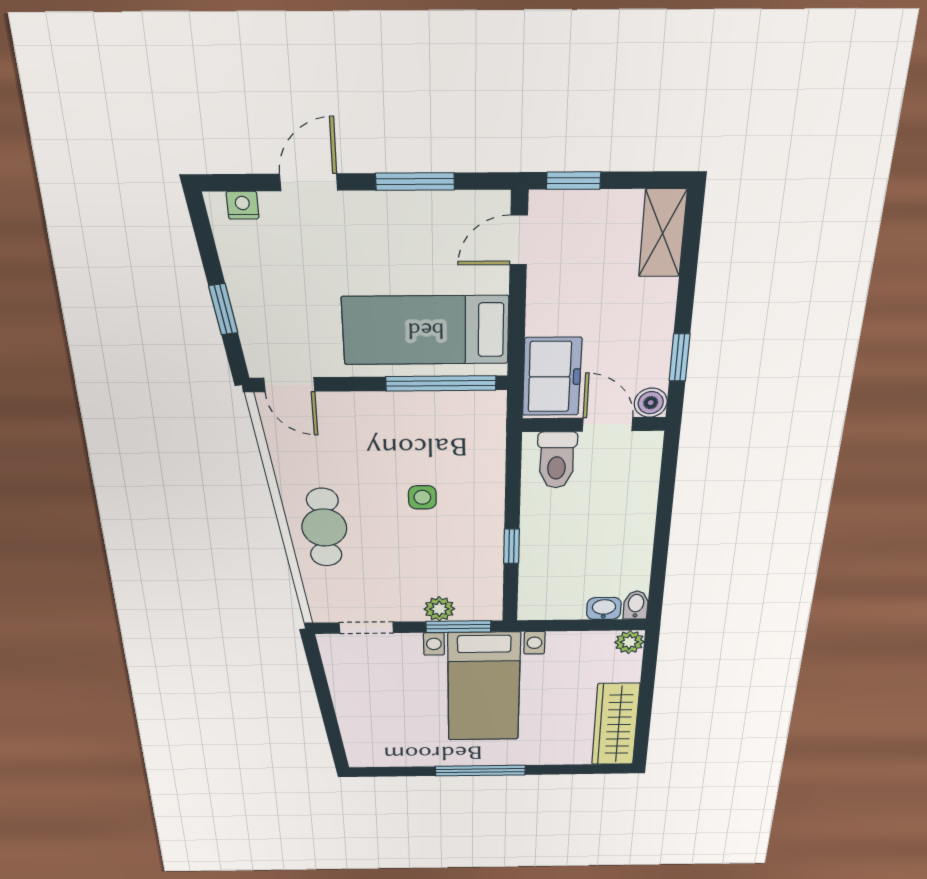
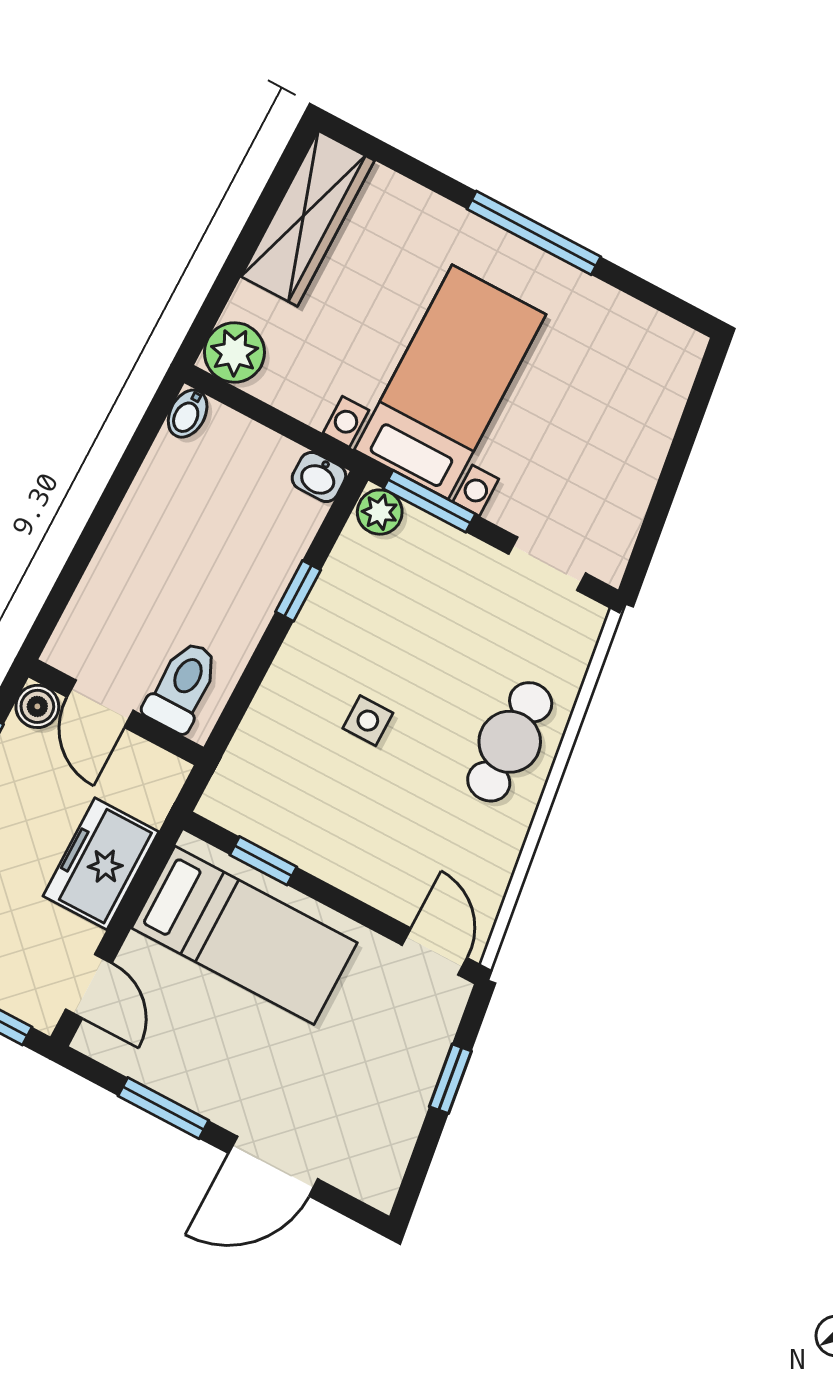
door: (309, 182) -> (273, 1166), width x1.38
nightstand: (243, 205) -> (356, 1179), removed
door: (519, 240) -> (89, 986), hinge flipped
freezer: (552, 377) -> (101, 864), moved
window: (441, 383) -> (263, 861), width x0.46
washbasin: (604, 608) -> (319, 477), moved
plant: (439, 609) -> (380, 512), moved
plant: (629, 642) -> (234, 353), width x1.38, depth x1.38

